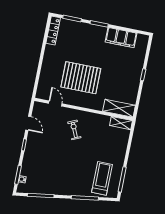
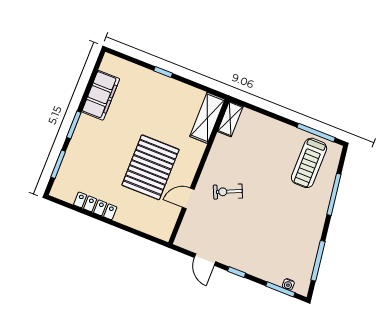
locker: (53, 31) -> (95, 206), moved
door: (55, 103) -> (188, 198), moved
door: (28, 123) -> (205, 260), swing flipped
treadmill: (102, 178) -> (309, 163), turned -90

